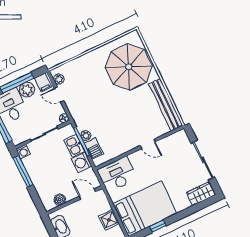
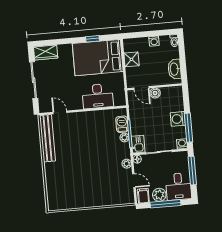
parasol: (129, 67) -> (67, 182), removed
plant: (59, 79) -> (127, 164), moved
door: (148, 144) -> (60, 112), moved
kitchen sink: (74, 146) -> (138, 144), moved
washing machine: (82, 162) -> (178, 119), moved, turned 180
desk: (117, 174) -> (98, 96), moved
boiler: (60, 200) -> (155, 93), moved

